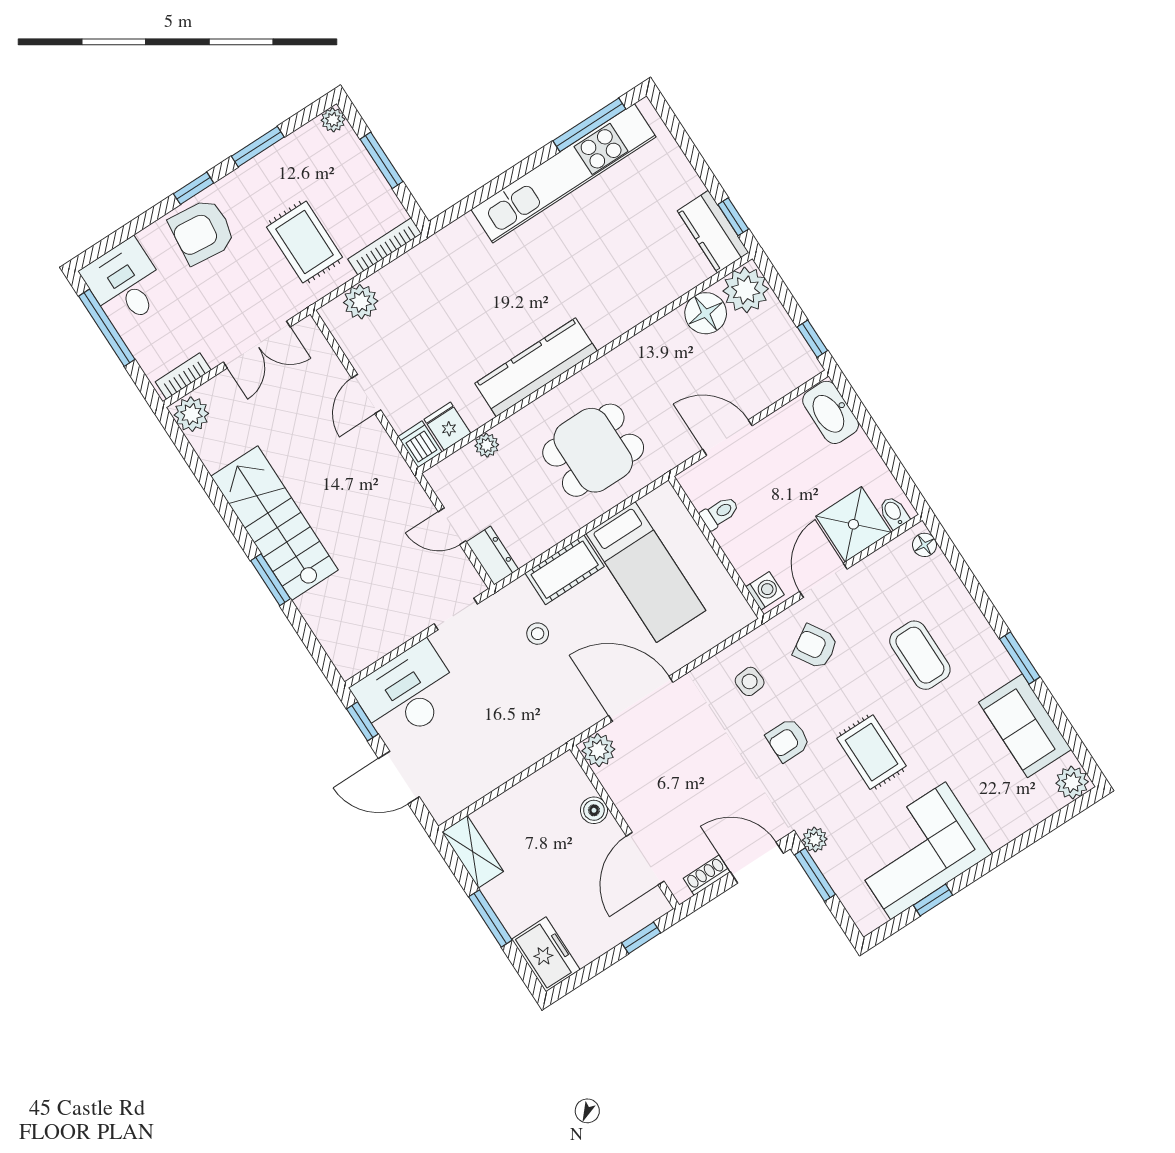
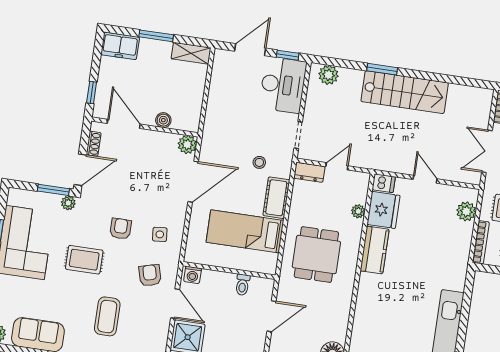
kitchen counter: (536, 367) -> (375, 250), width x0.67
plant: (191, 414) -> (328, 75), moved
fridge: (447, 426) -> (383, 210), width x1.88, depth x1.34
armchair: (815, 647) -> (150, 275), turned -73
coffee table: (920, 655) -> (107, 316), turned 90

